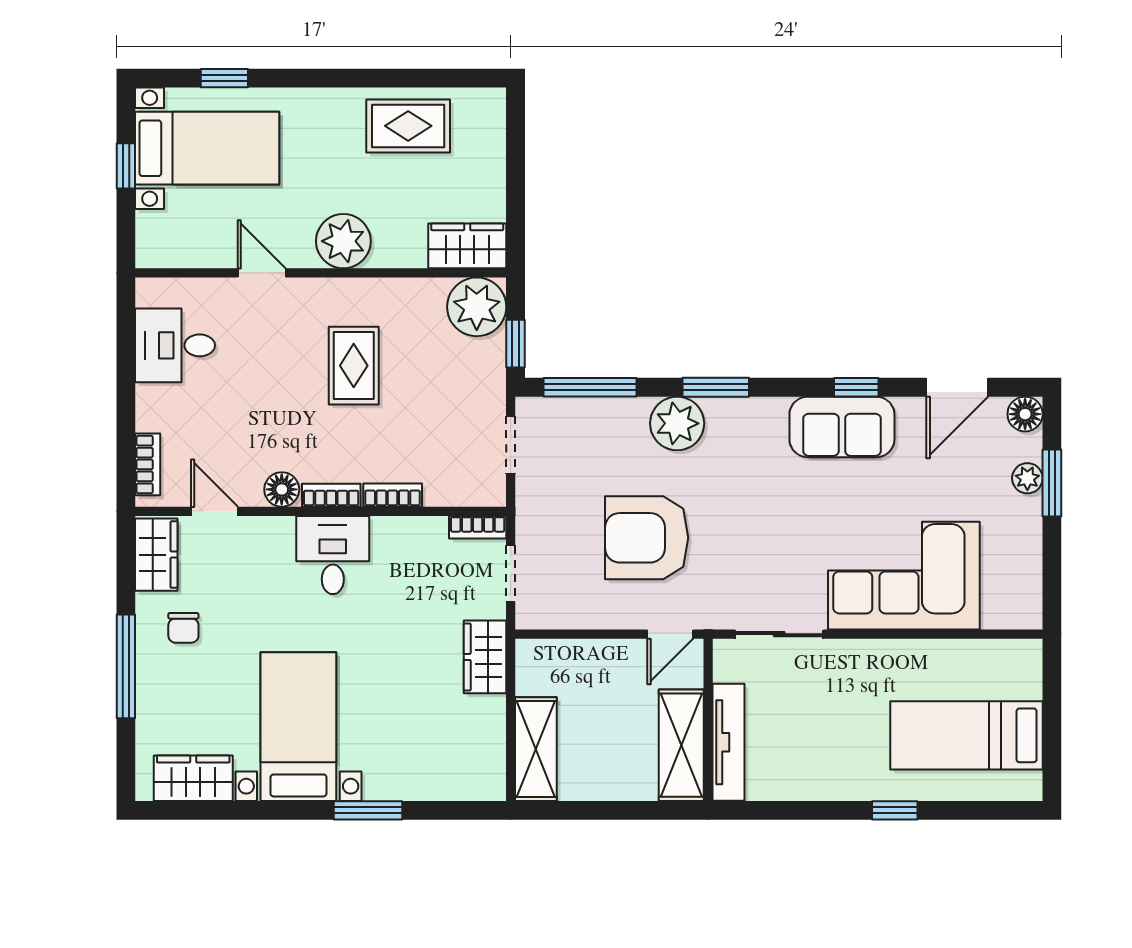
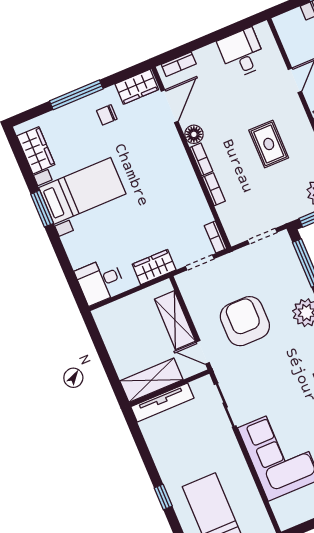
rug: (354, 366) -> (269, 144), turned 90
door: (215, 511) -> (170, 106), width x1.37
desk: (333, 555) -> (100, 281), moved, turned 180
shelving: (536, 749) -> (175, 320), moved, turned 90
window: (368, 810) -> (42, 209), moved

